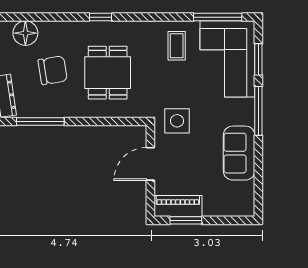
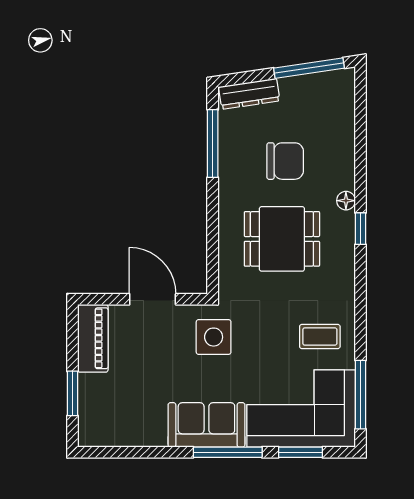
floor lamp: (25, 33) -> (346, 201), moved, width x0.53, depth x0.53
chair: (53, 70) -> (285, 161), turned -81
sofa: (239, 153) -> (206, 425), moved
window: (186, 220) -> (73, 393), moved

